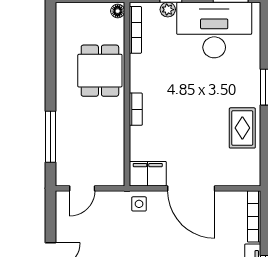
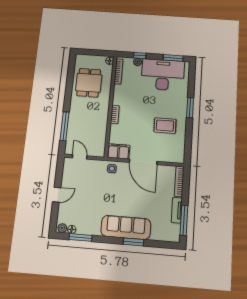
dining table: (100, 71) -> (89, 83), moved
rug: (242, 128) -> (165, 126), moved, turned 90
door: (82, 188) -> (80, 157), swing flipped

